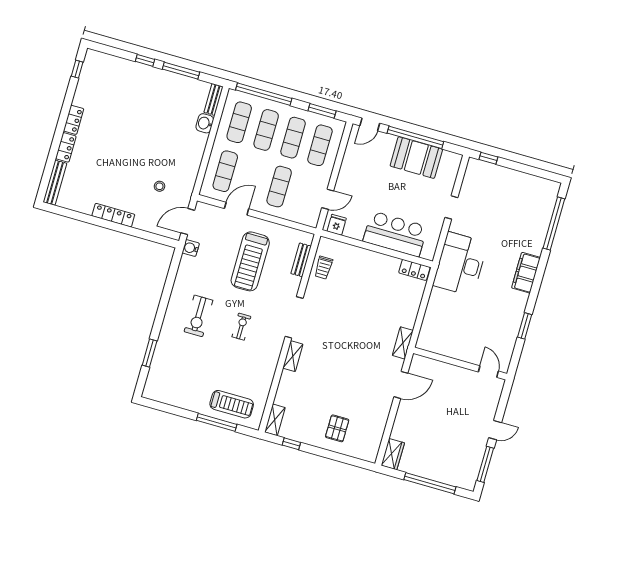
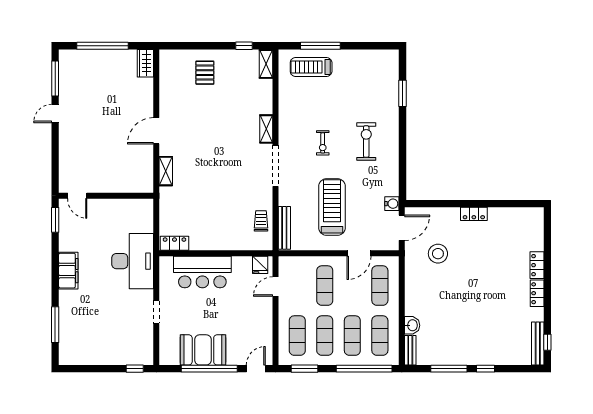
bench: (55, 183) -> (538, 343), moved
stool: (159, 186) -> (438, 254), width x1.89, depth x1.89
locker: (113, 215) -> (474, 214), width x0.66
window: (554, 224) -> (55, 325), width x0.68
bench: (301, 260) -> (284, 228), width x1.36
wall: (460, 363) -> (106, 196), moved
door: (488, 372) -> (77, 196), moved

